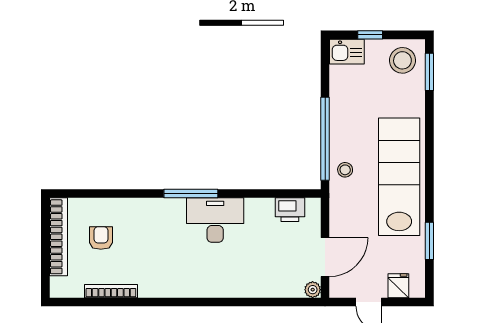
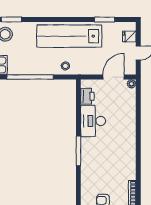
window: (325, 139) -> (30, 77), moved
desk: (215, 220) -> (93, 121), moved
door: (325, 257) -> (114, 77), hinge flipped

